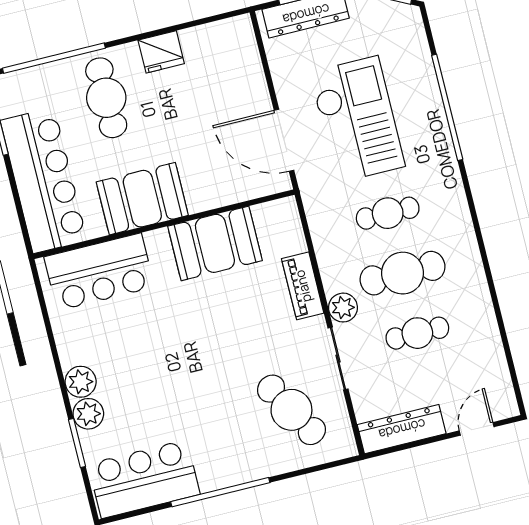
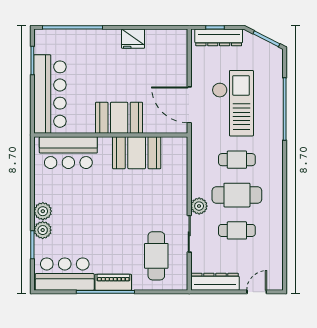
cafe table: (106, 98) -> (96, 57), removed
booth: (142, 199) -> (119, 118), moved
piano: (303, 286) -> (113, 282), moved, turned 90
cafe table: (291, 410) -> (156, 256), turned 30

